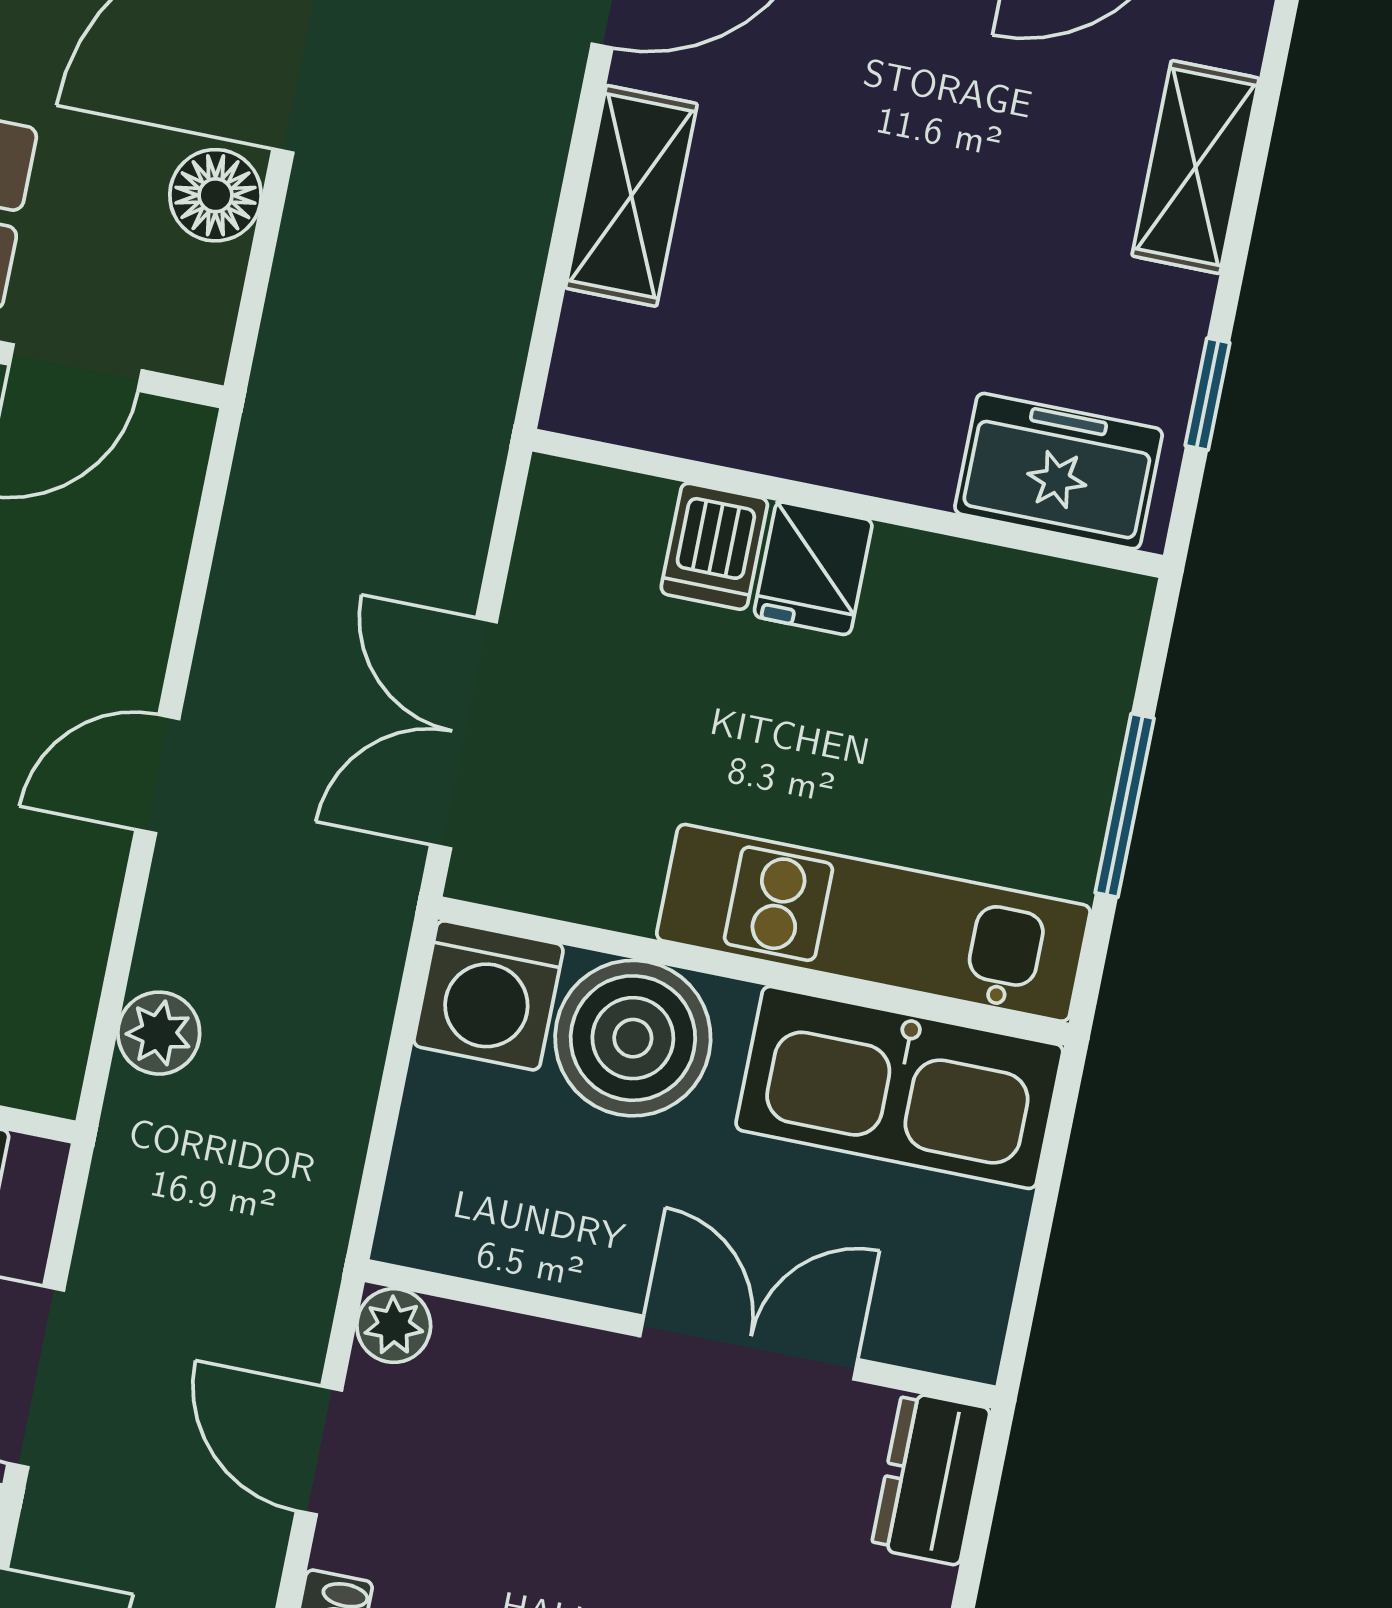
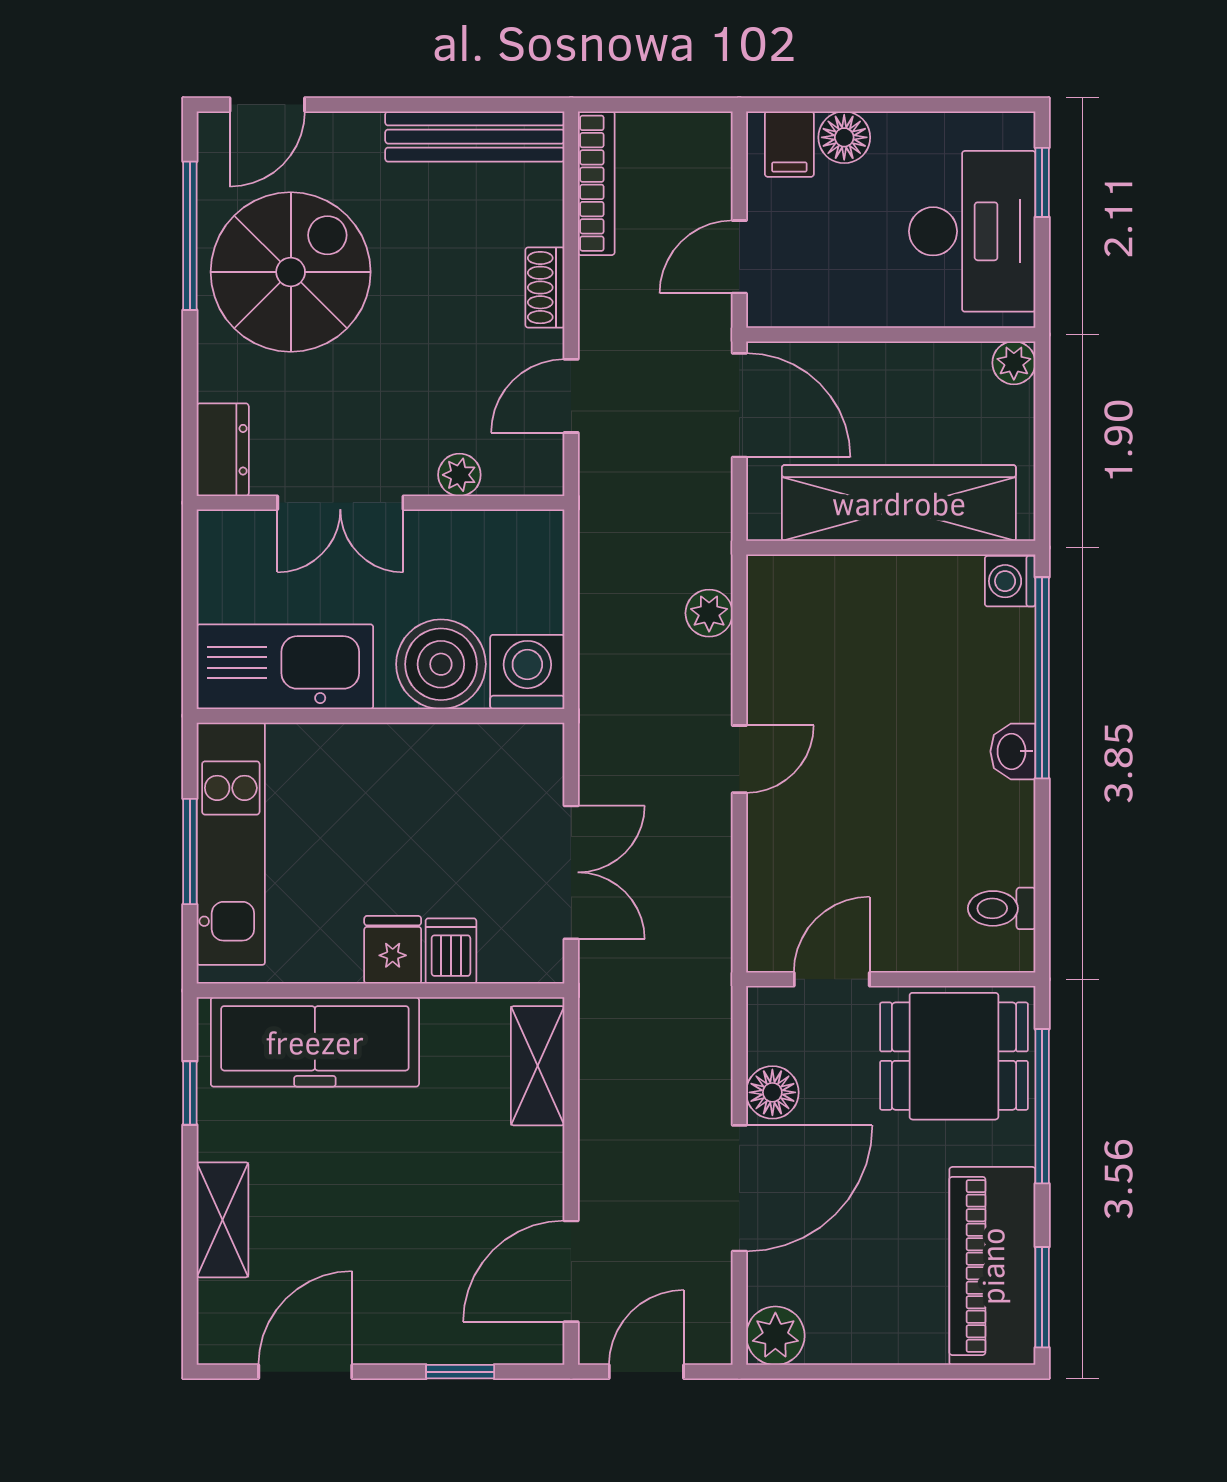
shelving: (631, 196) -> (538, 1066), moved
freezer: (1059, 471) -> (315, 1042), width x1.91, depth x1.26
double door: (464, 733) -> (571, 872), moved
kitchen unit: (873, 923) -> (231, 844), moved, turned -90
plant: (394, 1326) -> (459, 475), moved
door: (319, 1450) -> (571, 396), swing flipped

